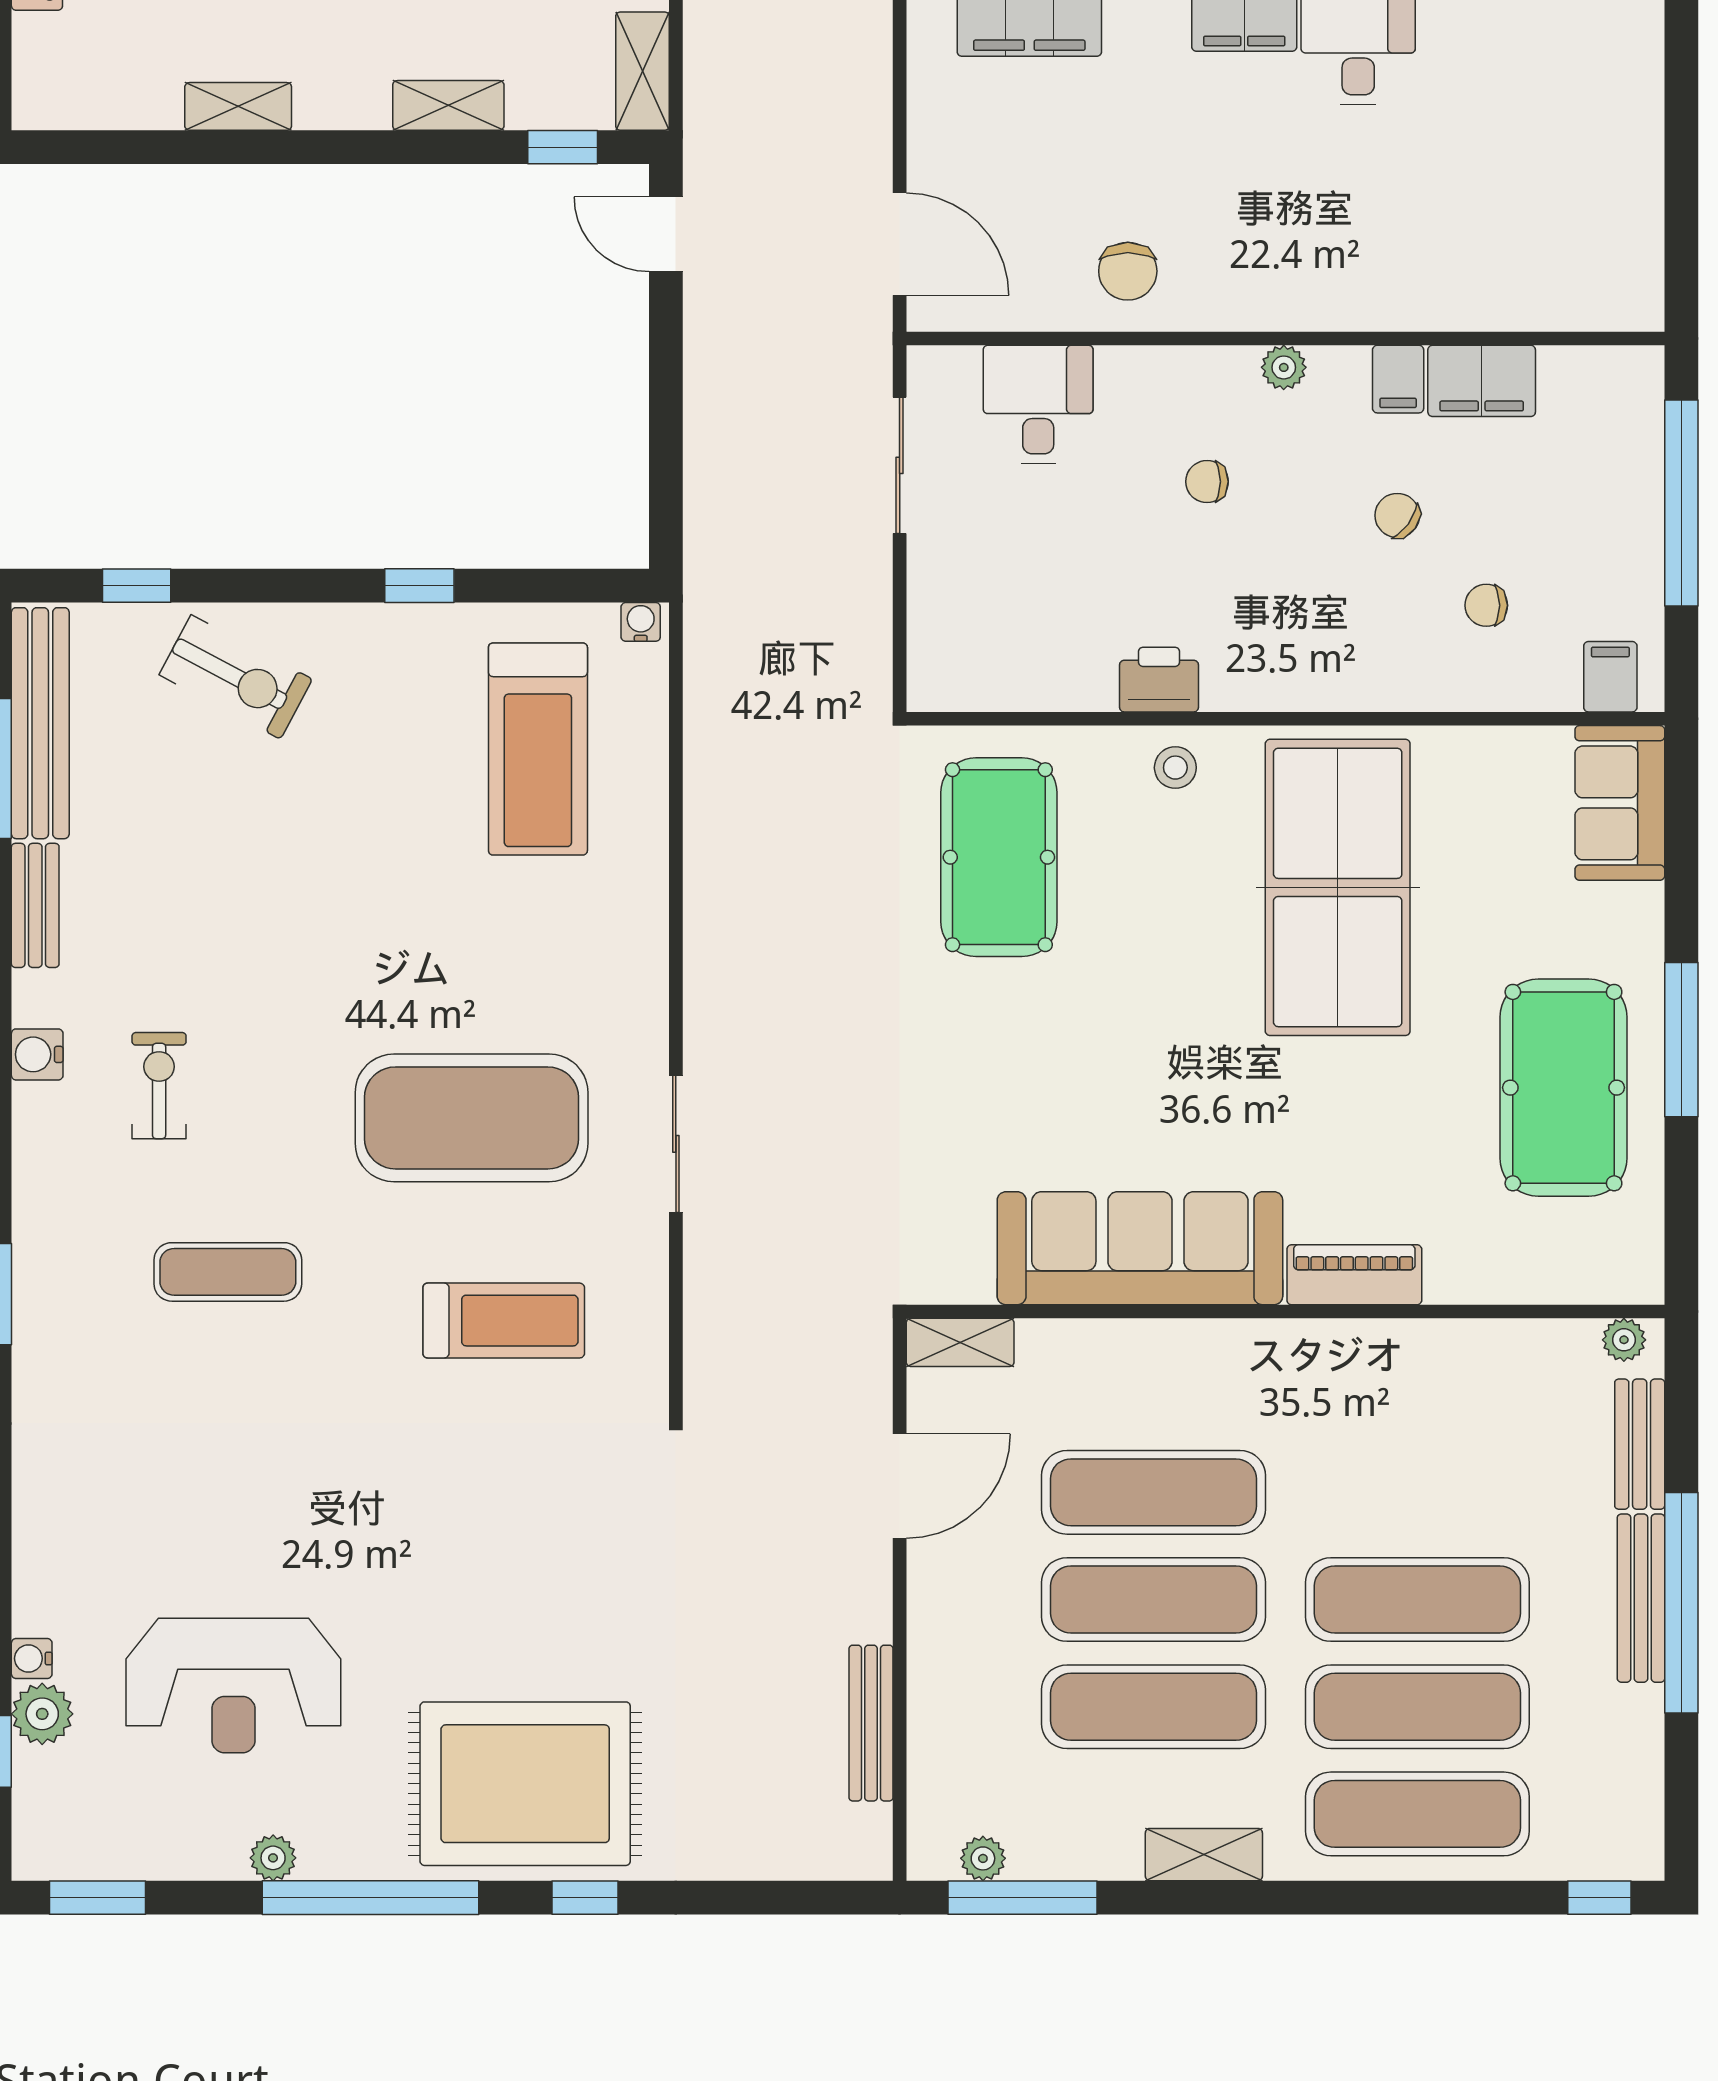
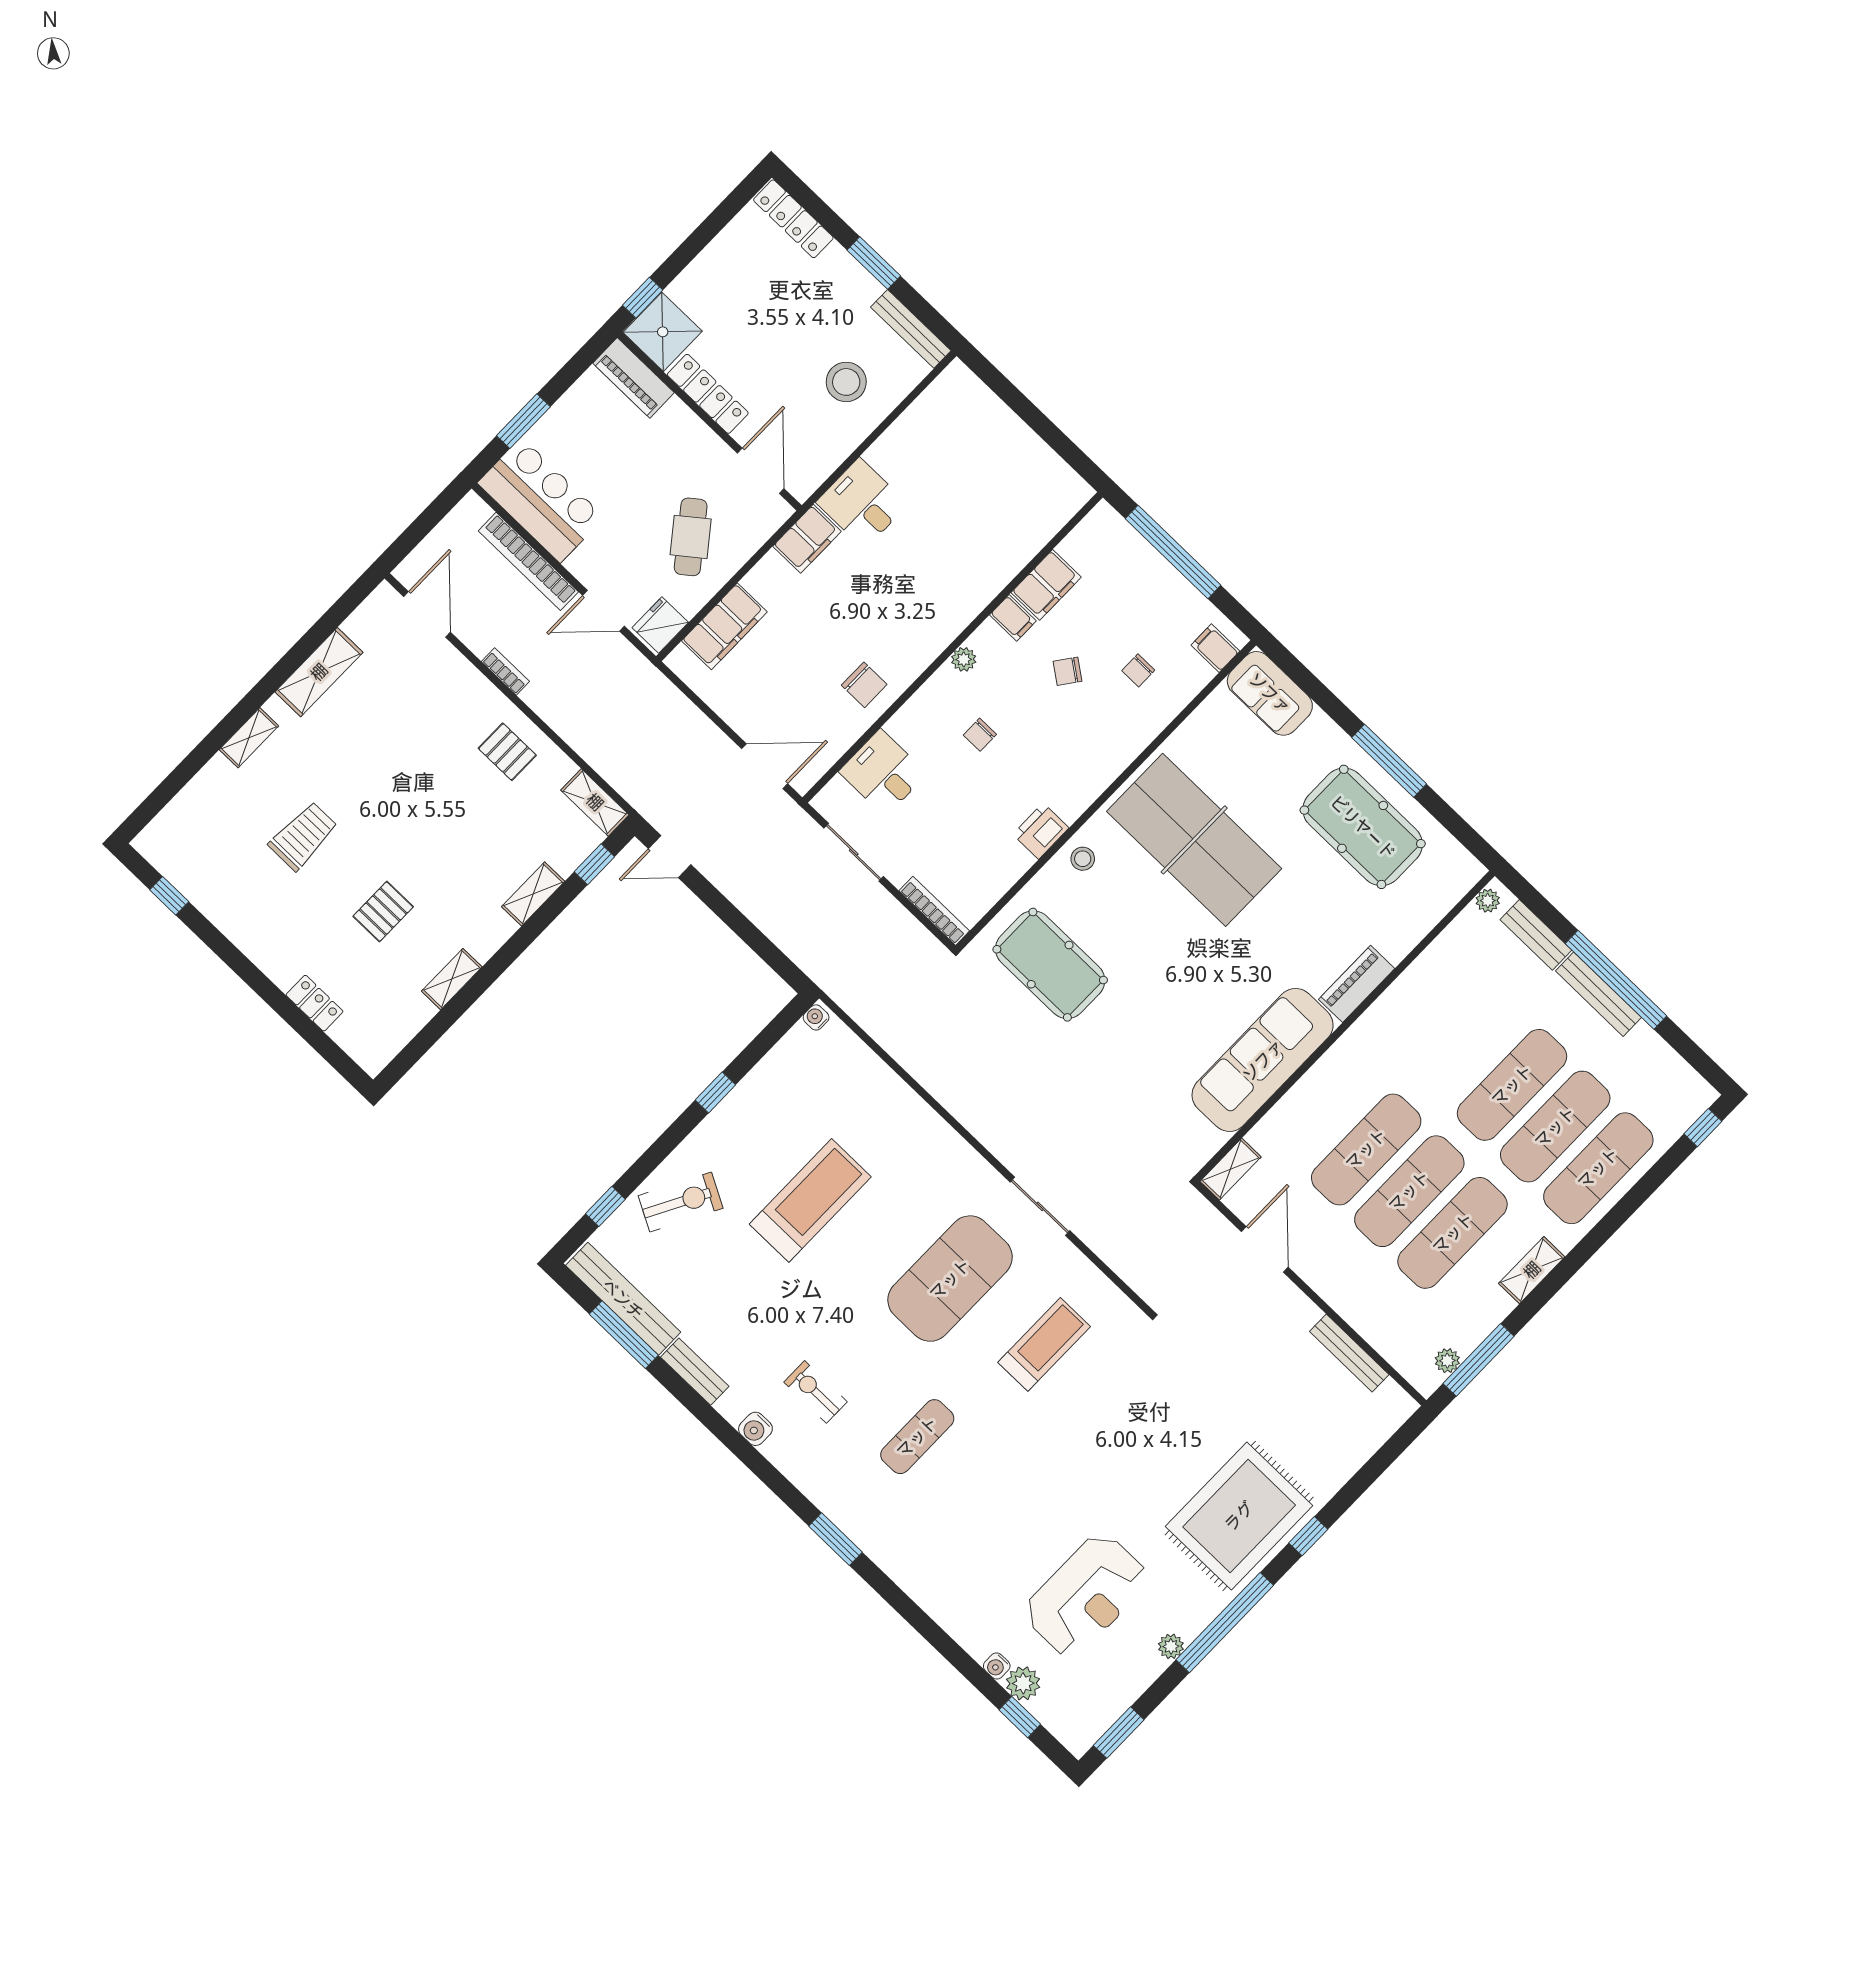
bookcase: (924, 642) -> (934, 911), added
treadmill: (538, 749) -> (810, 1200), moved, turned -90

